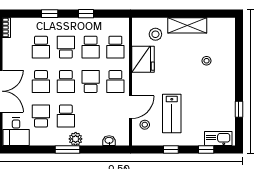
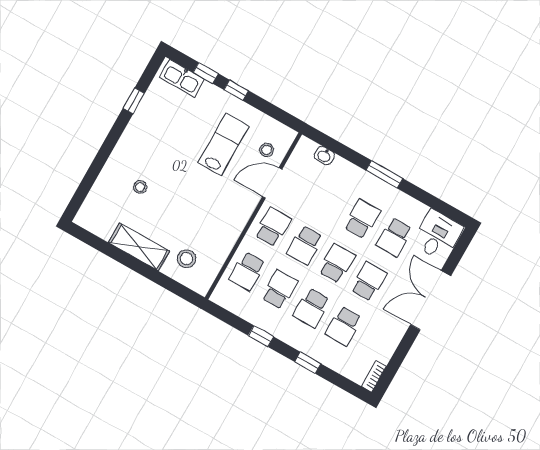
school desk: (41, 47) -> (344, 326), turned 180
school desk: (115, 47) -> (248, 271), turned 180
fridge: (143, 59) -> (221, 235), removed
plant: (76, 139) -> (366, 182), removed
window: (171, 150) -> (236, 90), moved

